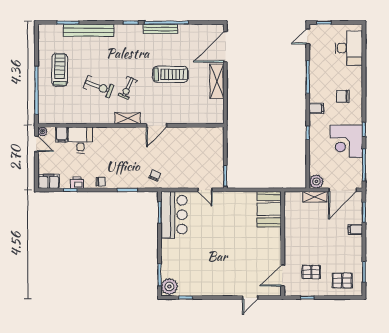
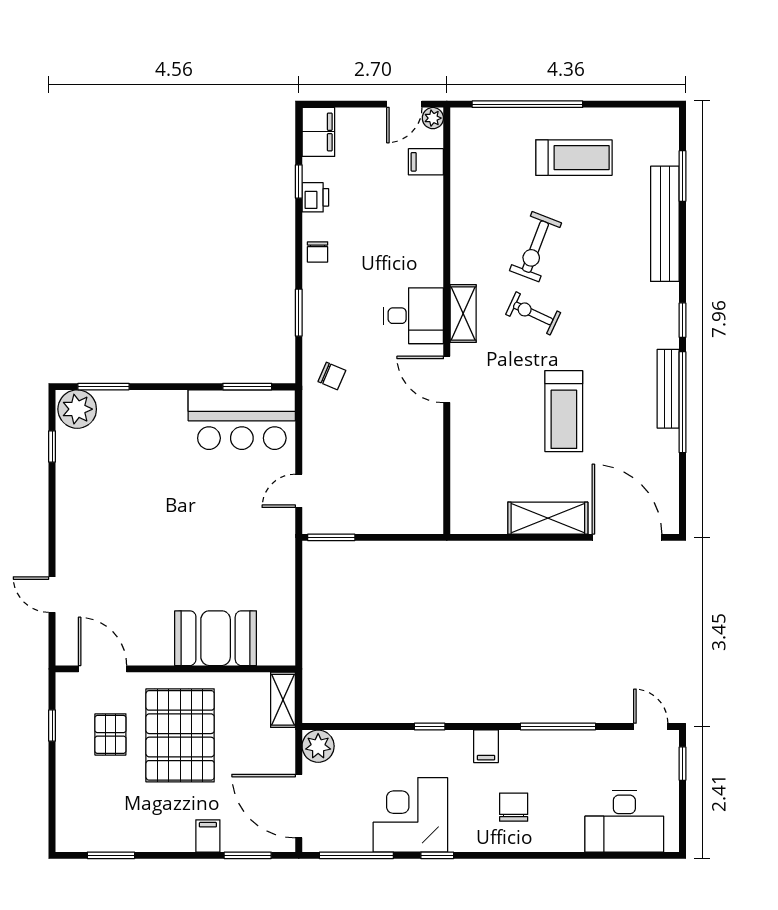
desk: (80, 140) -> (413, 316), moved
shelving: (315, 197) -> (283, 700), moved
booth: (269, 209) -> (216, 638), moved
pallet: (342, 281) -> (180, 735), moved, width x2.05, depth x2.00

